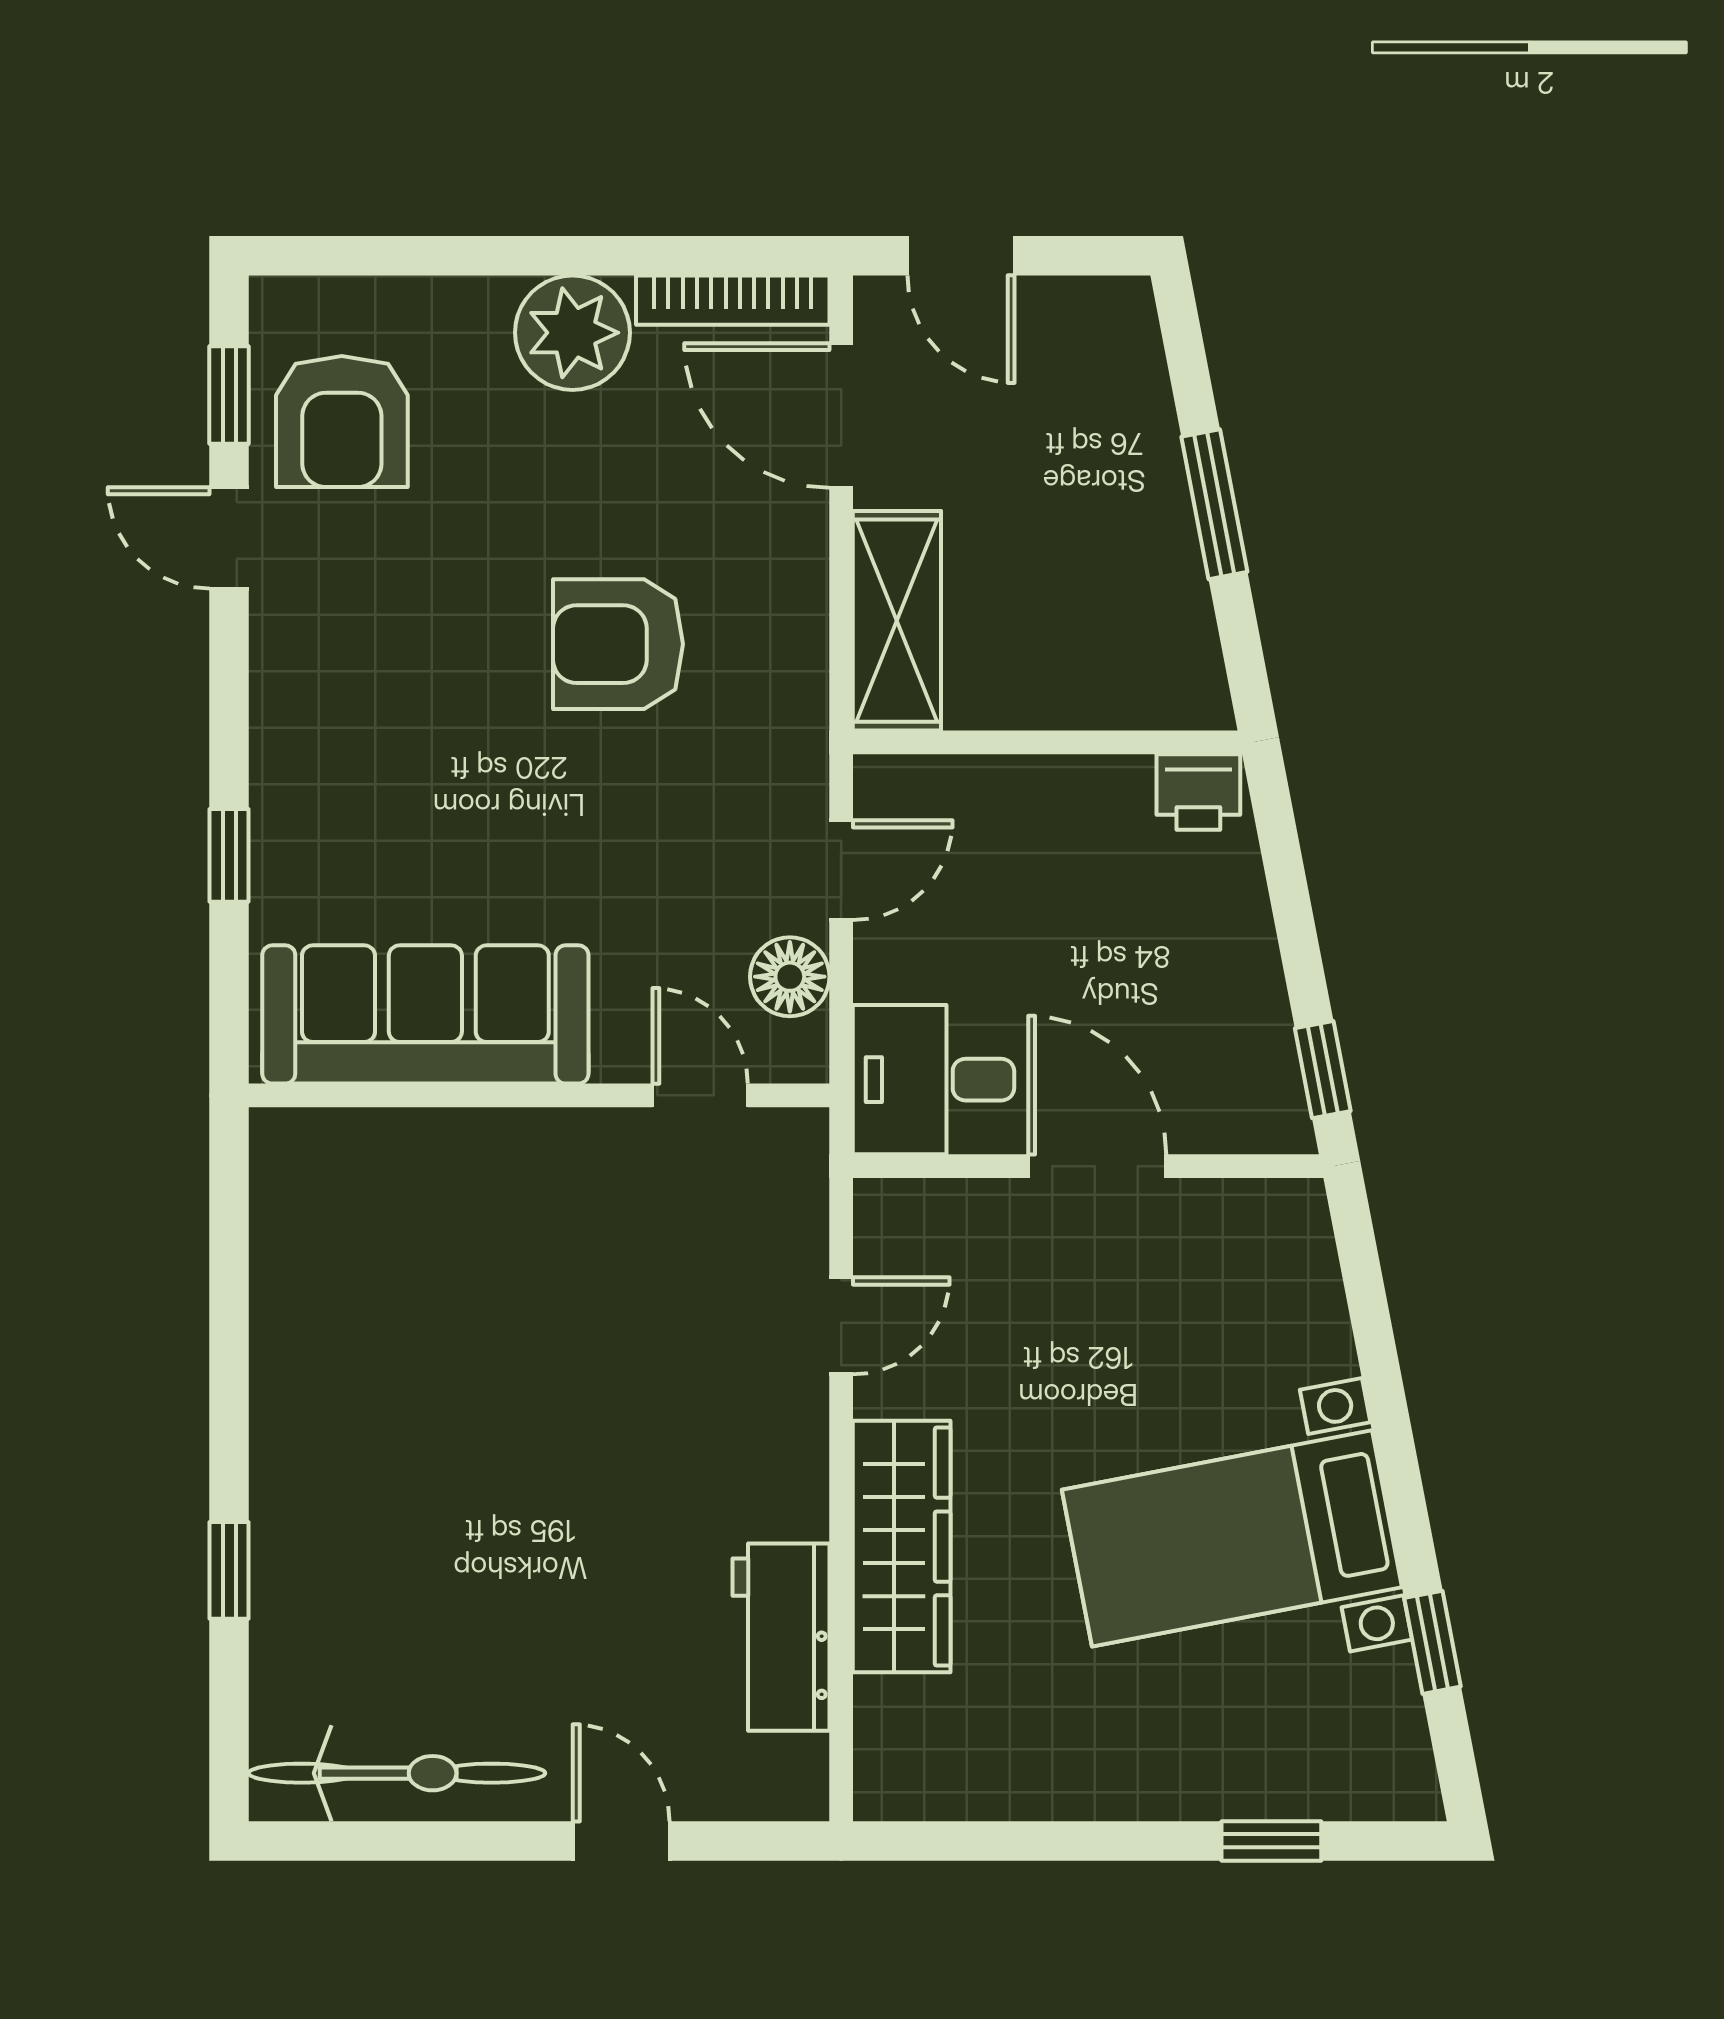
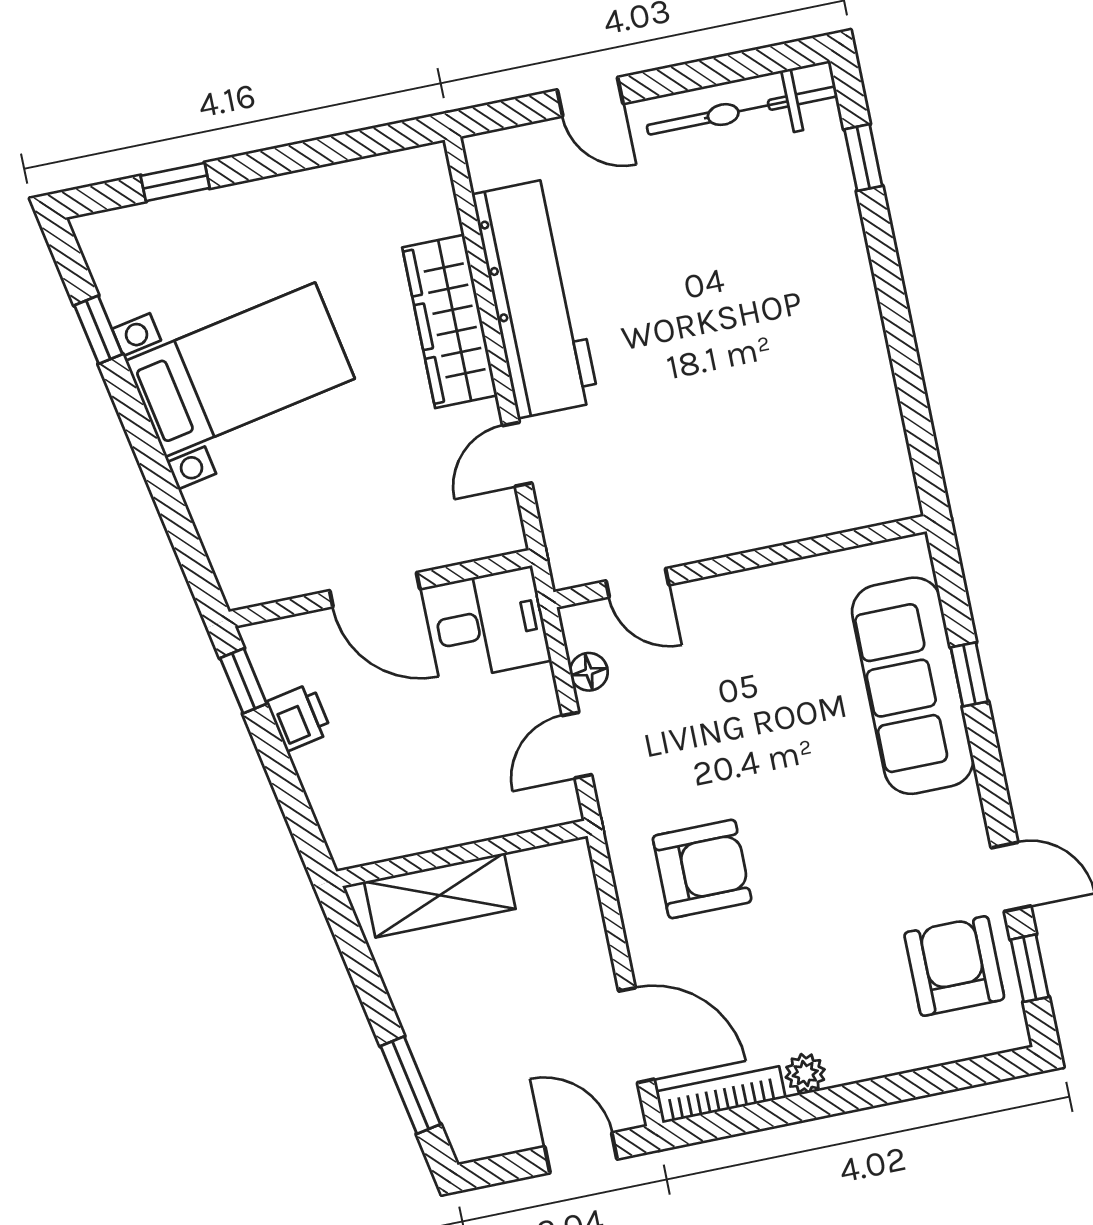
plant: (572, 333) -> (805, 1073), width x0.53, depth x0.53
window: (1214, 504) -> (411, 1085), moved
shelving: (897, 621) -> (440, 895), moved, turned 90
armchair: (618, 644) -> (702, 869), moved
printer: (1198, 792) -> (299, 717), moved, turned 79
floor lamp: (790, 977) -> (589, 672), width x0.73, depth x0.73
sofa: (425, 1014) -> (913, 686), moved, turned 90
window: (229, 1570) -> (863, 158), moved
workbench: (781, 1637) -> (536, 298), width x1.88, depth x1.32

